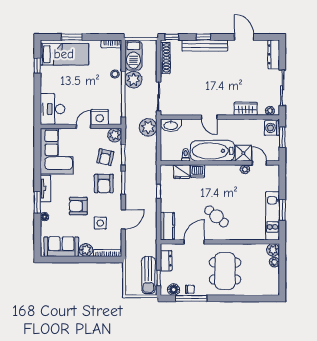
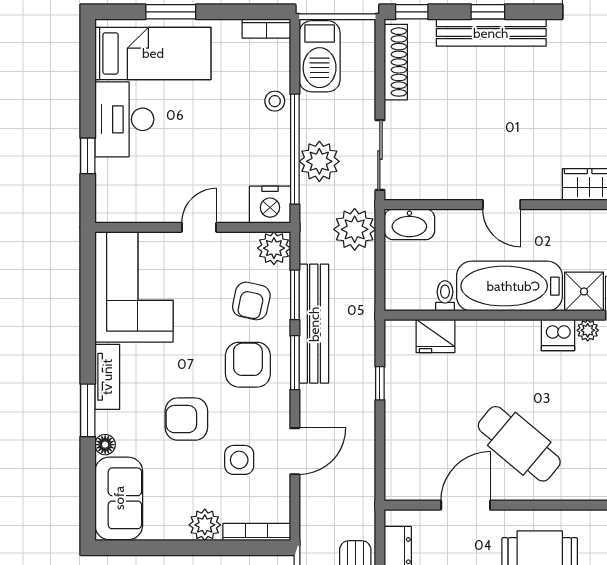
window: (37, 66) -> (88, 156), moved
plant: (133, 80) -> (319, 161), moved
desk: (52, 109) -> (124, 119), moved
nightstand: (100, 117) -> (270, 205), moved
bench: (131, 166) -> (314, 324), added
dishwasher: (198, 171) -> (558, 335), moved
armchair: (104, 184) -> (248, 365), turned 180
cafe table: (216, 216) -> (519, 444), width x1.37, depth x1.35
kitchen counter: (167, 226) -> (401, 467), removed
sofa: (61, 247) -> (119, 498), moved, turned 90

